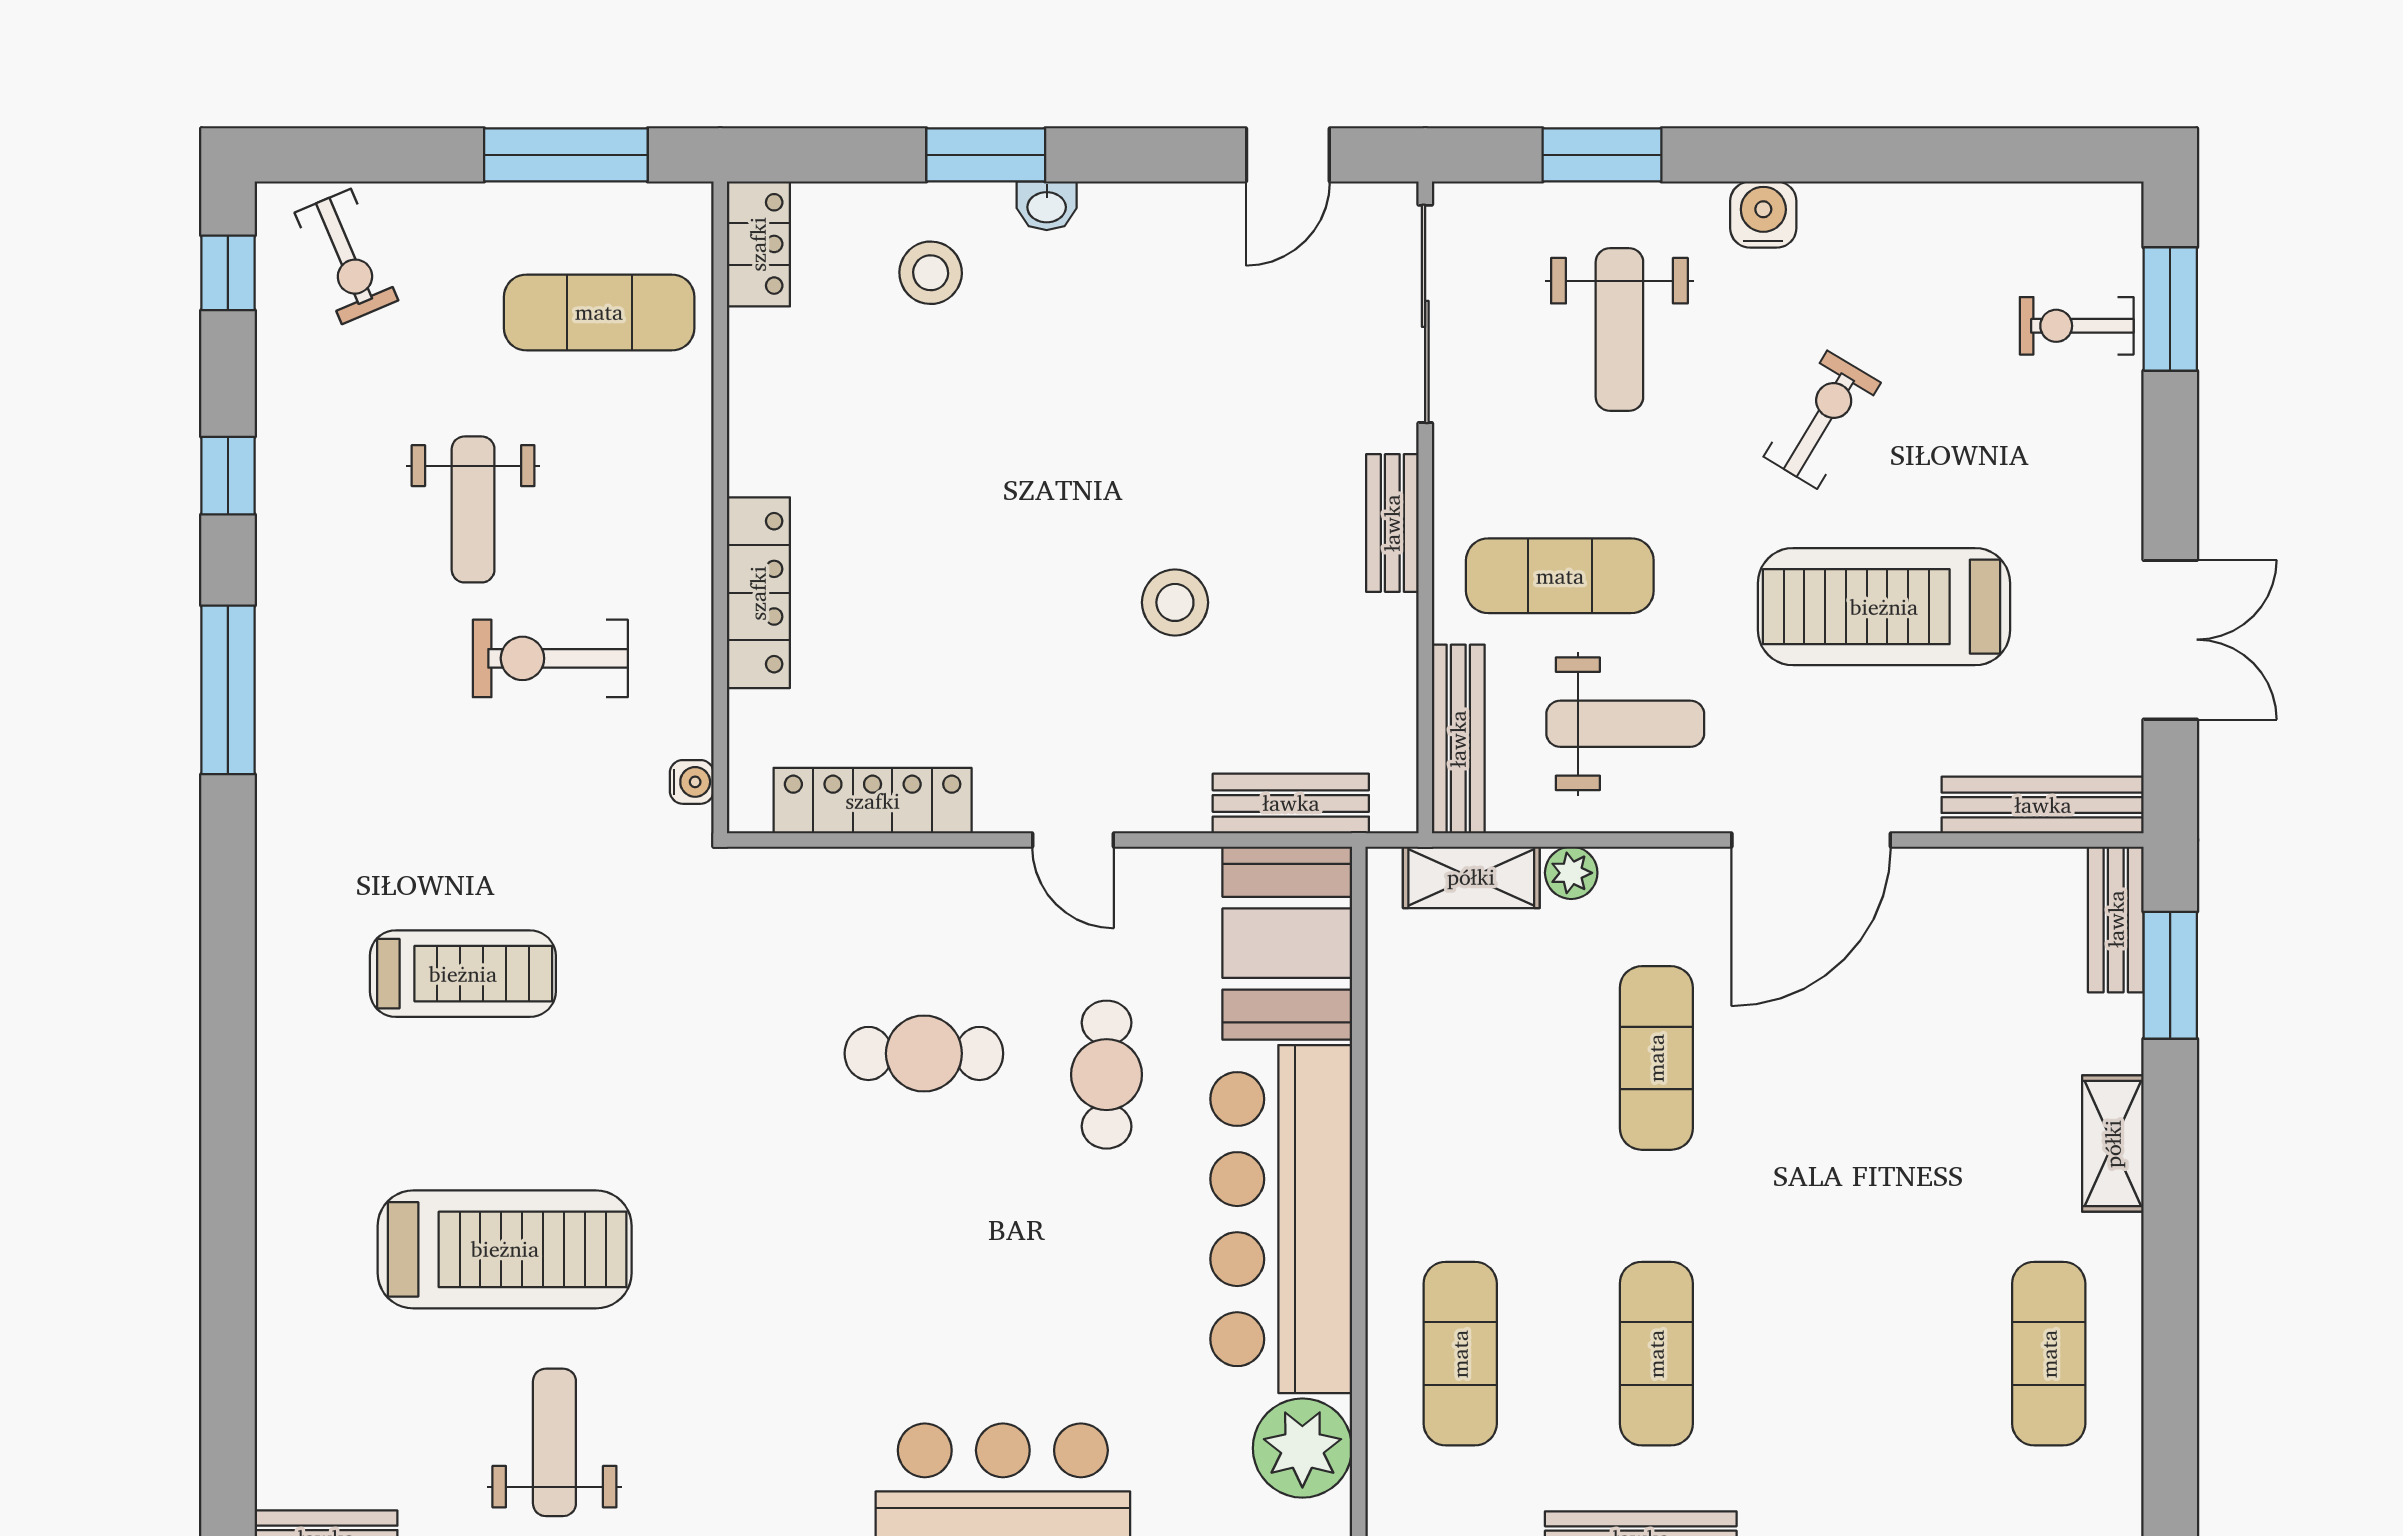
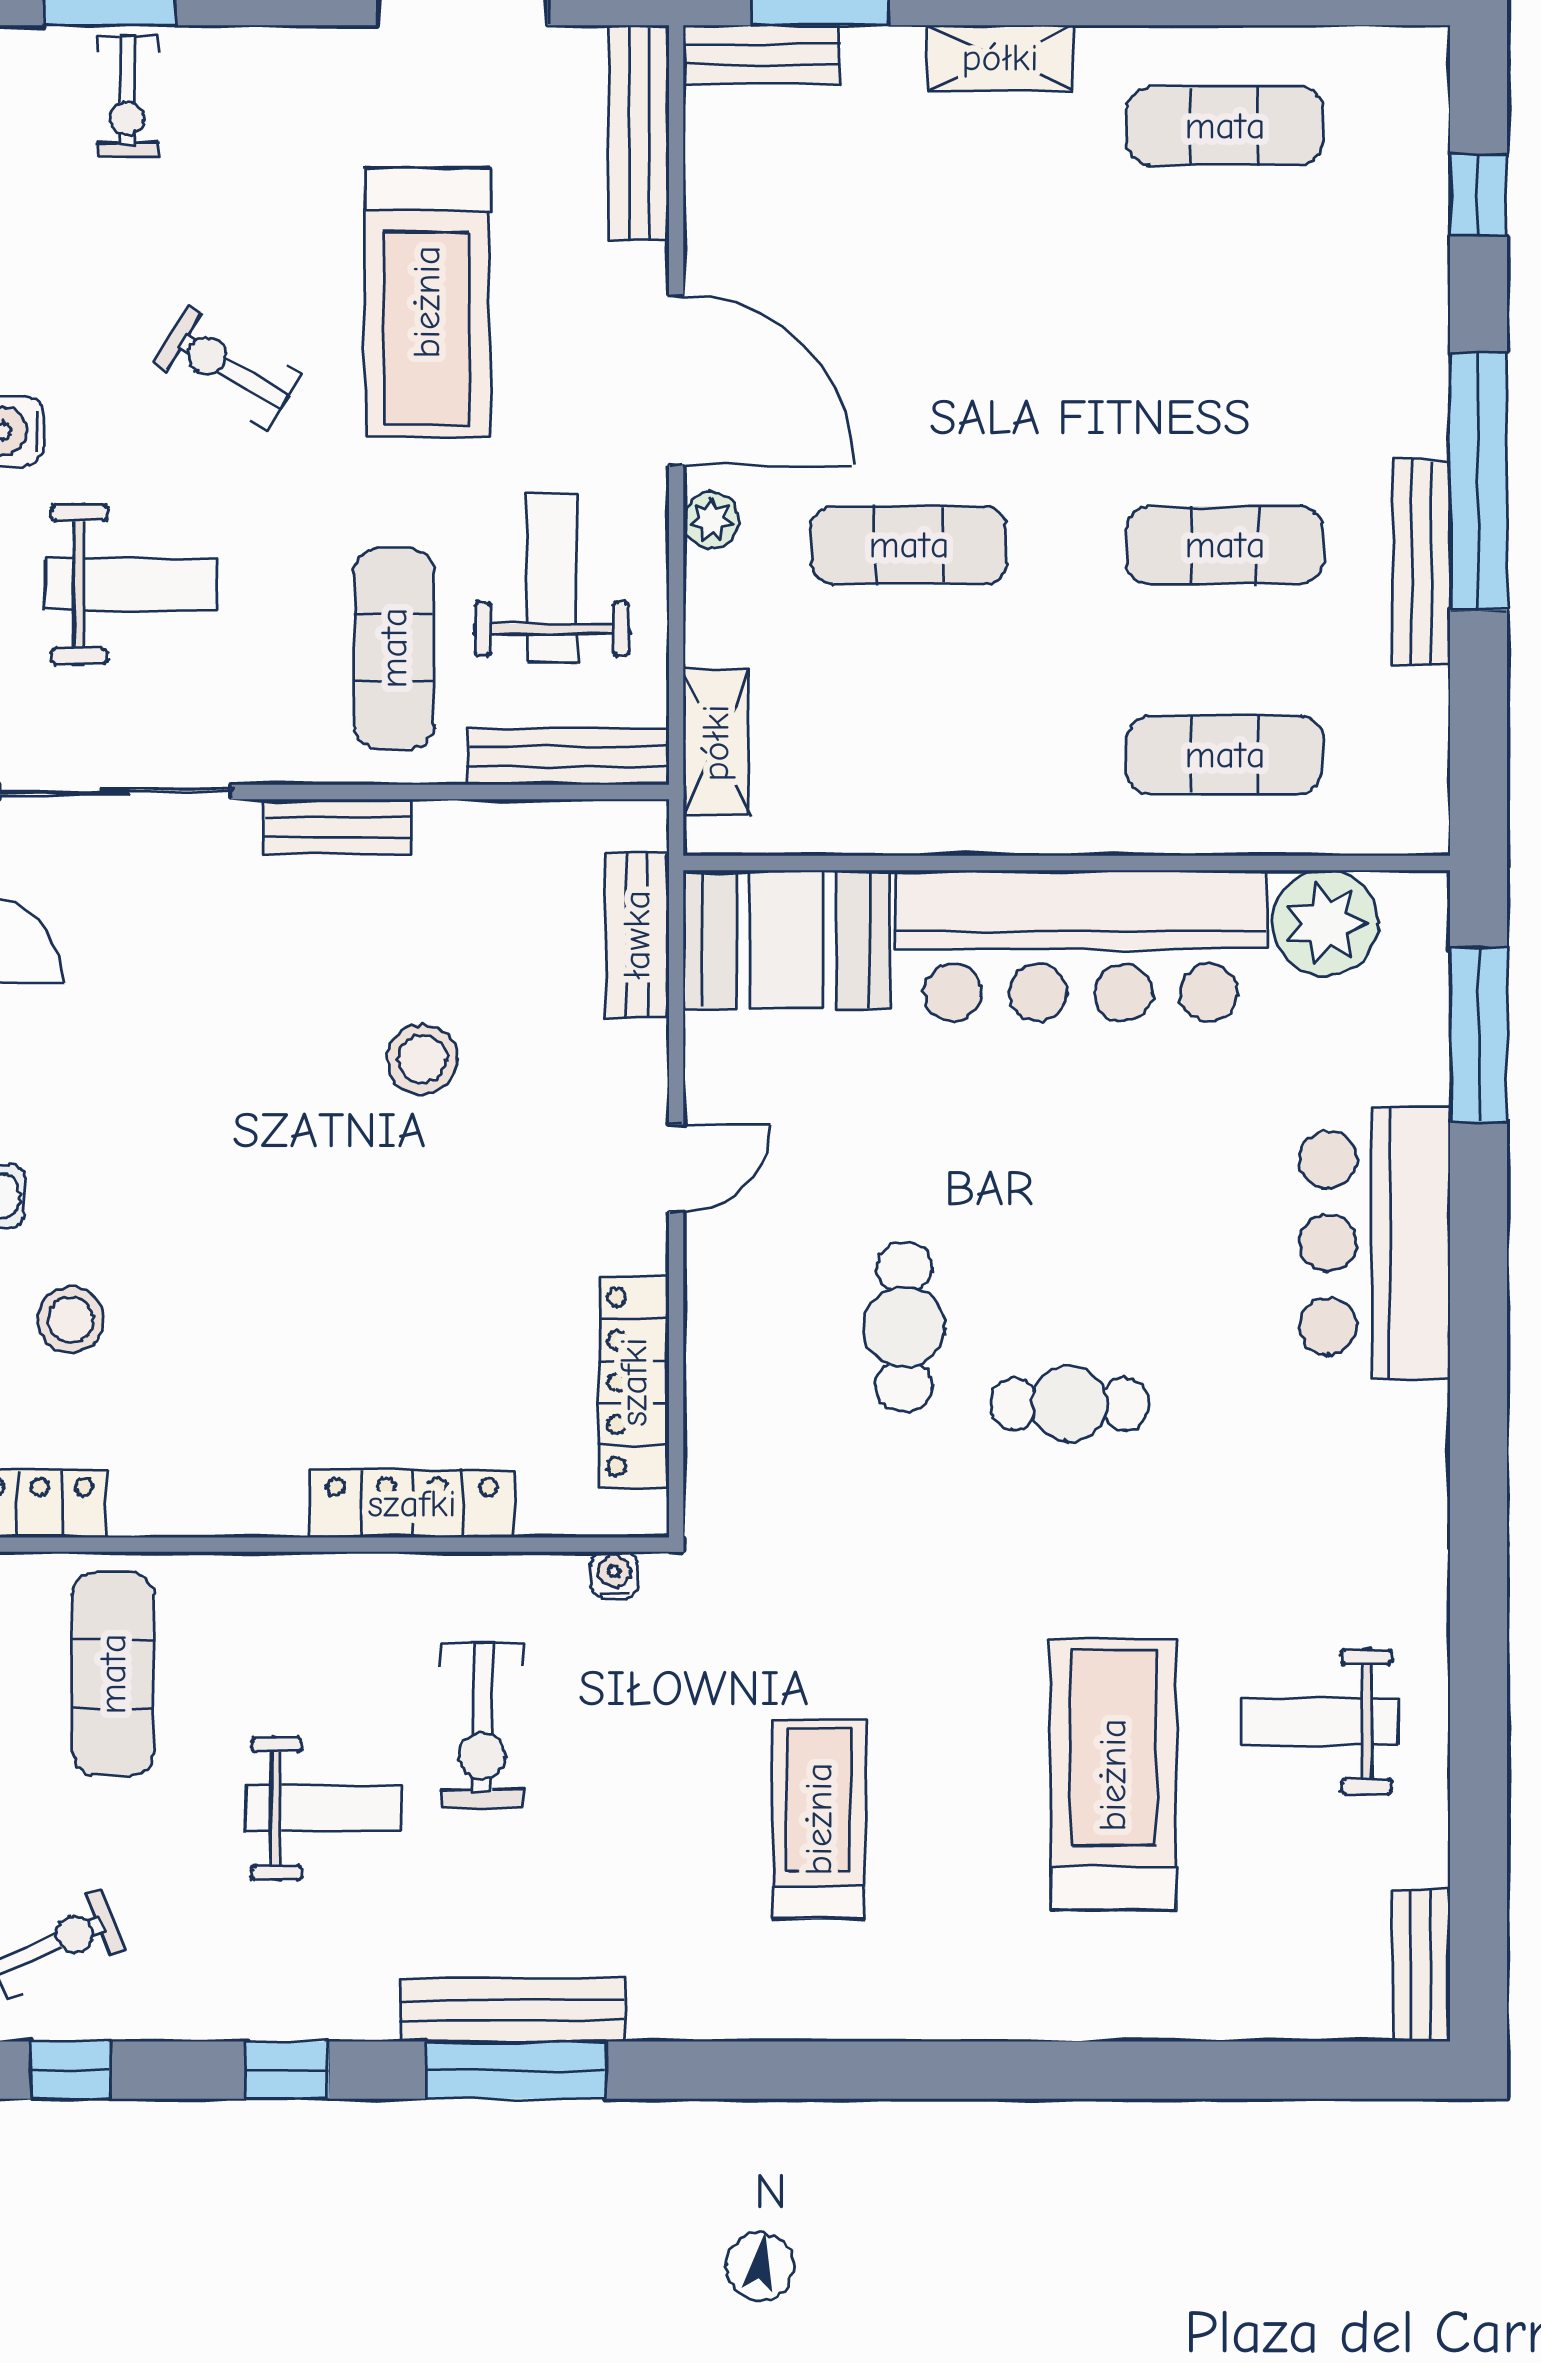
bench: (284, 687) -> (513, 2010), added
plant: (1571, 873) -> (711, 520), moved
cafe table: (1107, 1075) -> (1070, 1404), moved

